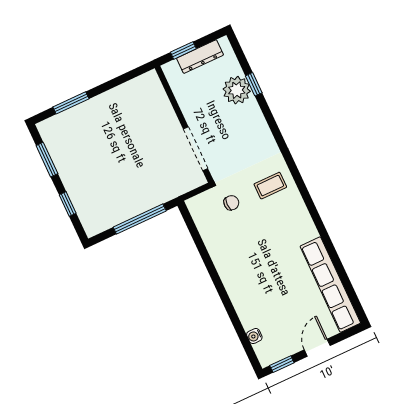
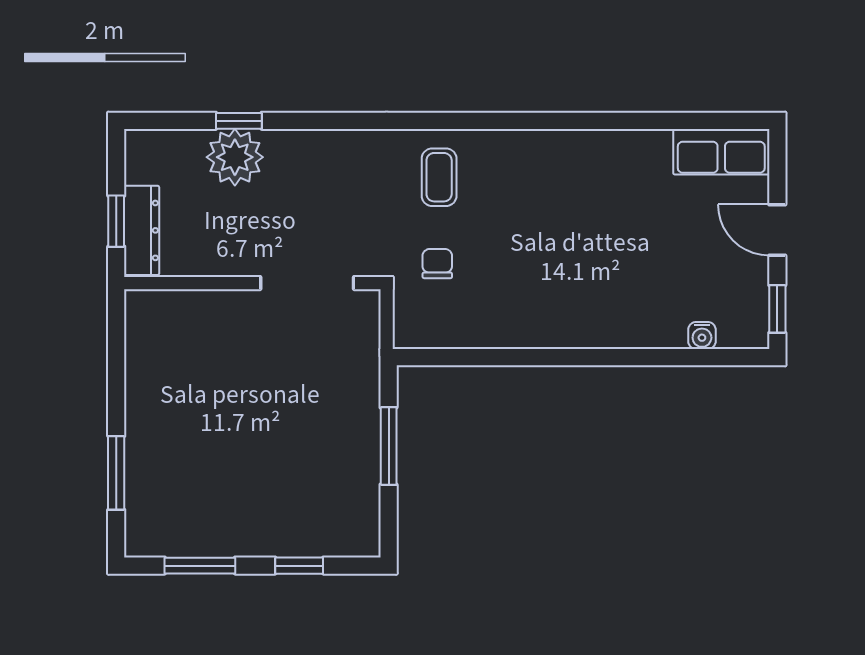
dresser: (200, 57) -> (142, 230), moved
window: (140, 219) -> (389, 446), width x0.69
row of seats: (330, 285) -> (721, 152), width x0.50

